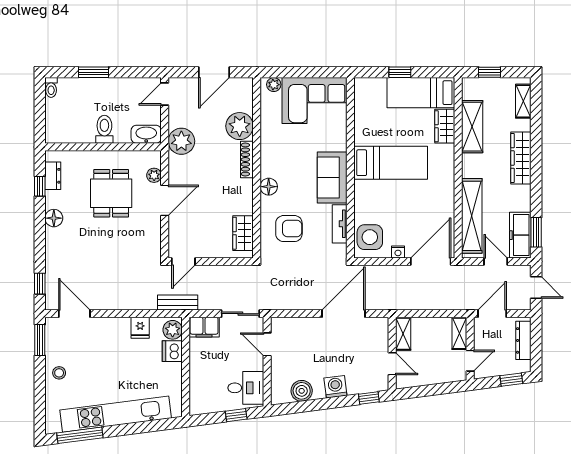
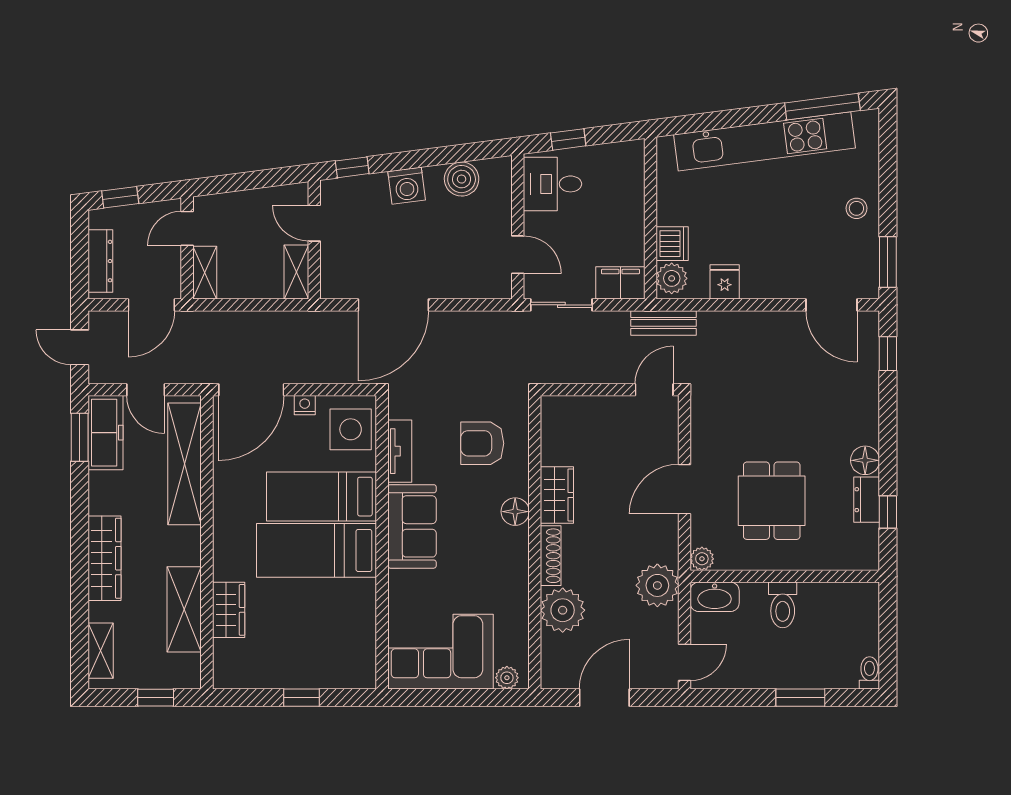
bed: (421, 93) -> (322, 497), moved, turned 180
plant: (154, 175) -> (702, 559), moved
dresser: (53, 176) -> (867, 500), moved
wardrobe: (243, 233) -> (557, 495), moved

